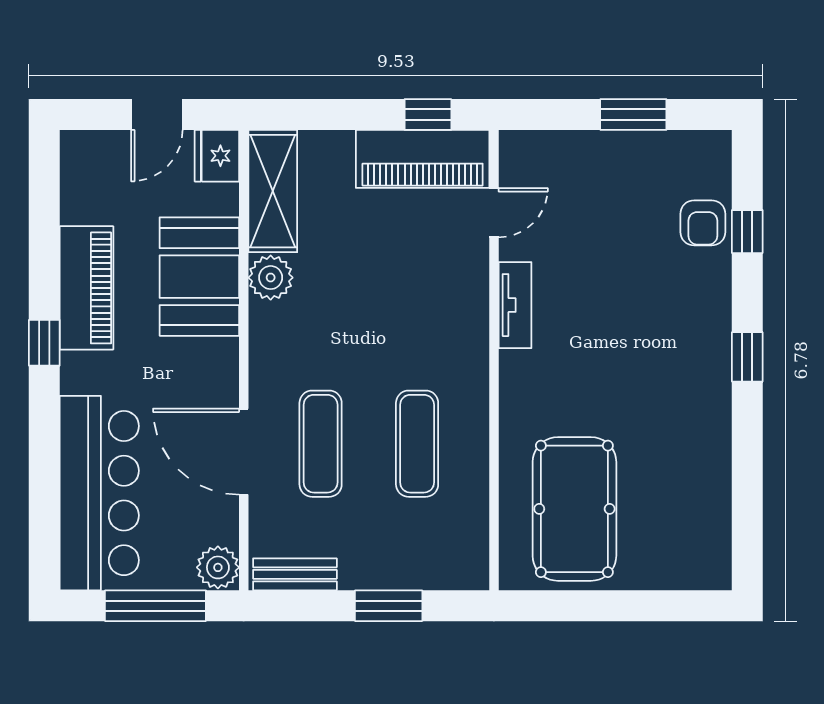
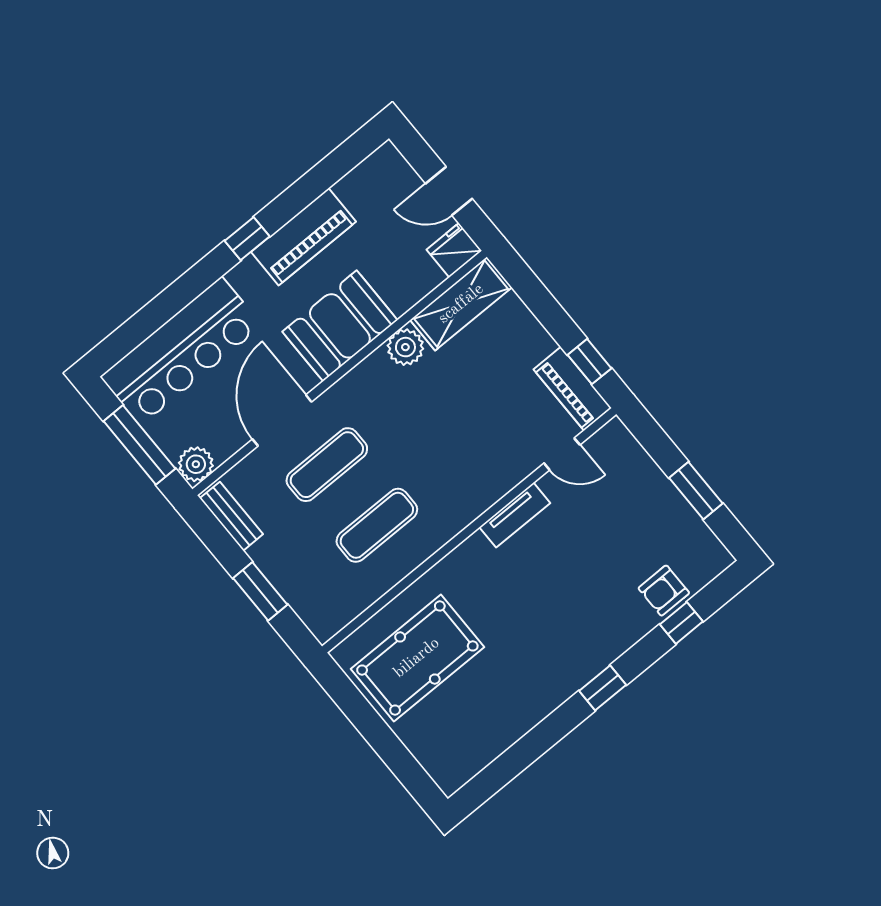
piano: (423, 159) -> (572, 389), width x0.73, depth x0.75
booth: (199, 277) -> (340, 326), moved

